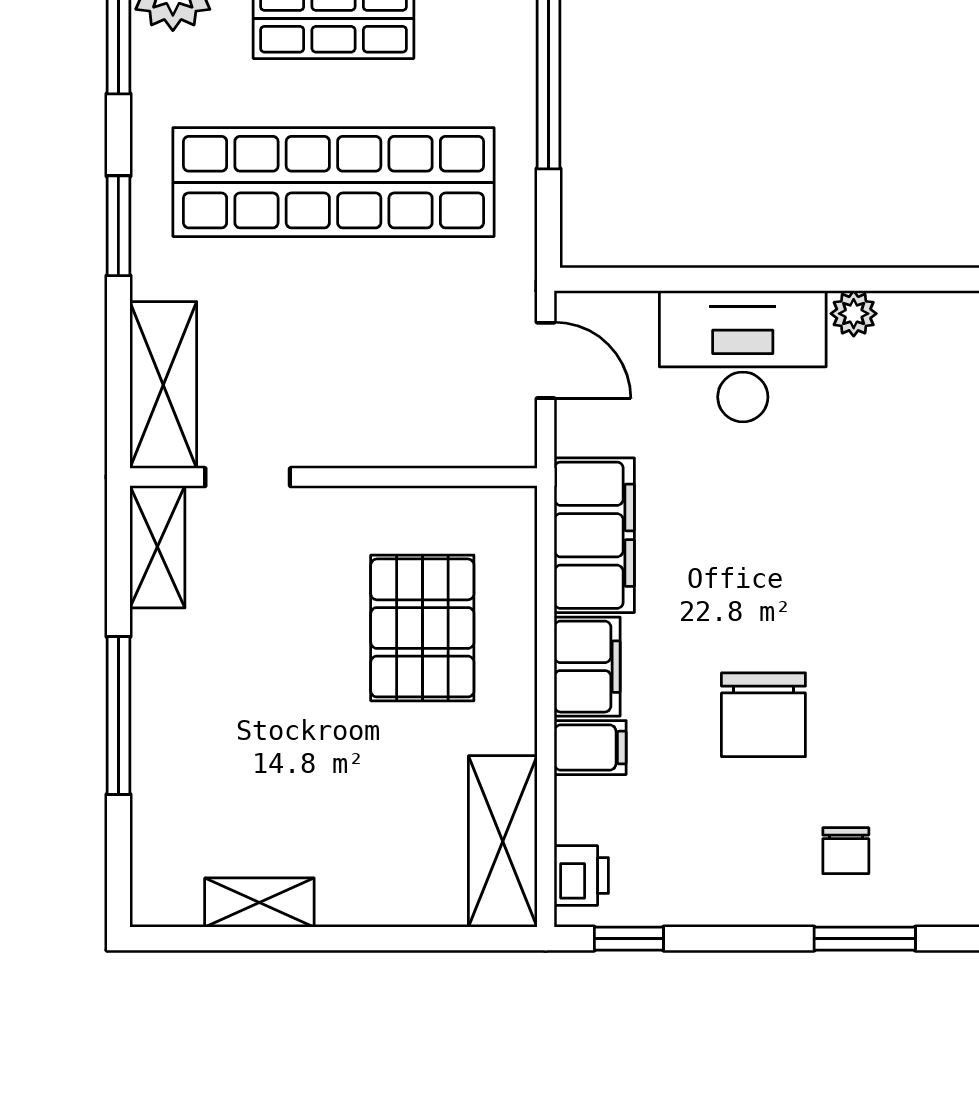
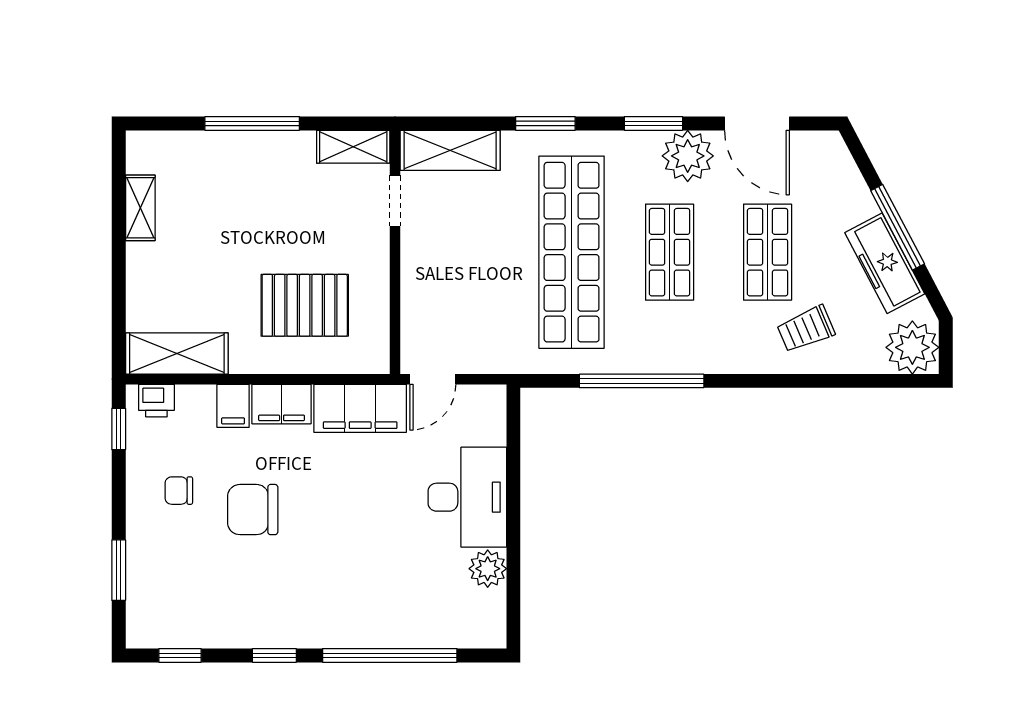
plant: (854, 314) -> (488, 569), width x1.38, depth x1.38
door: (546, 360) -> (433, 379), moved
chair: (846, 851) -> (179, 491), moved

